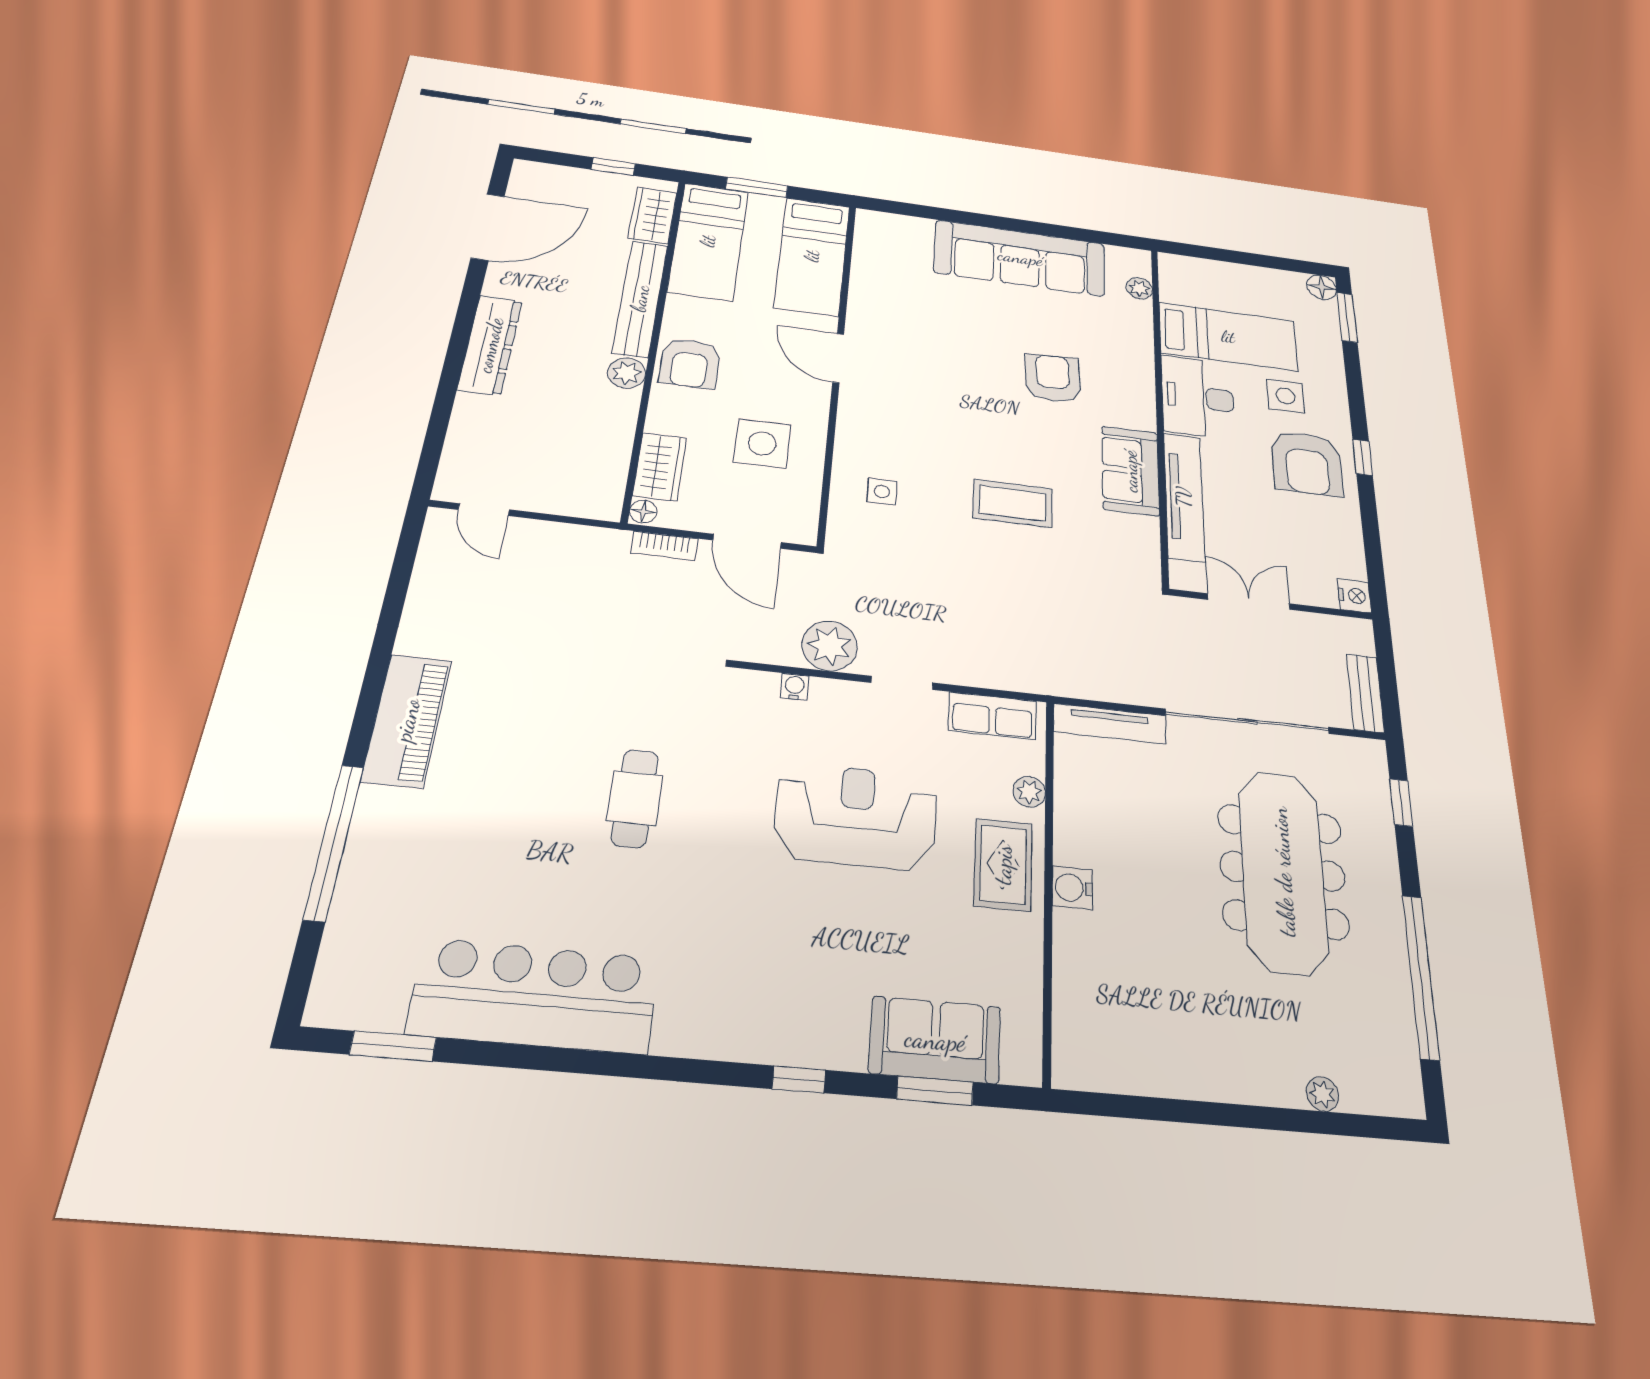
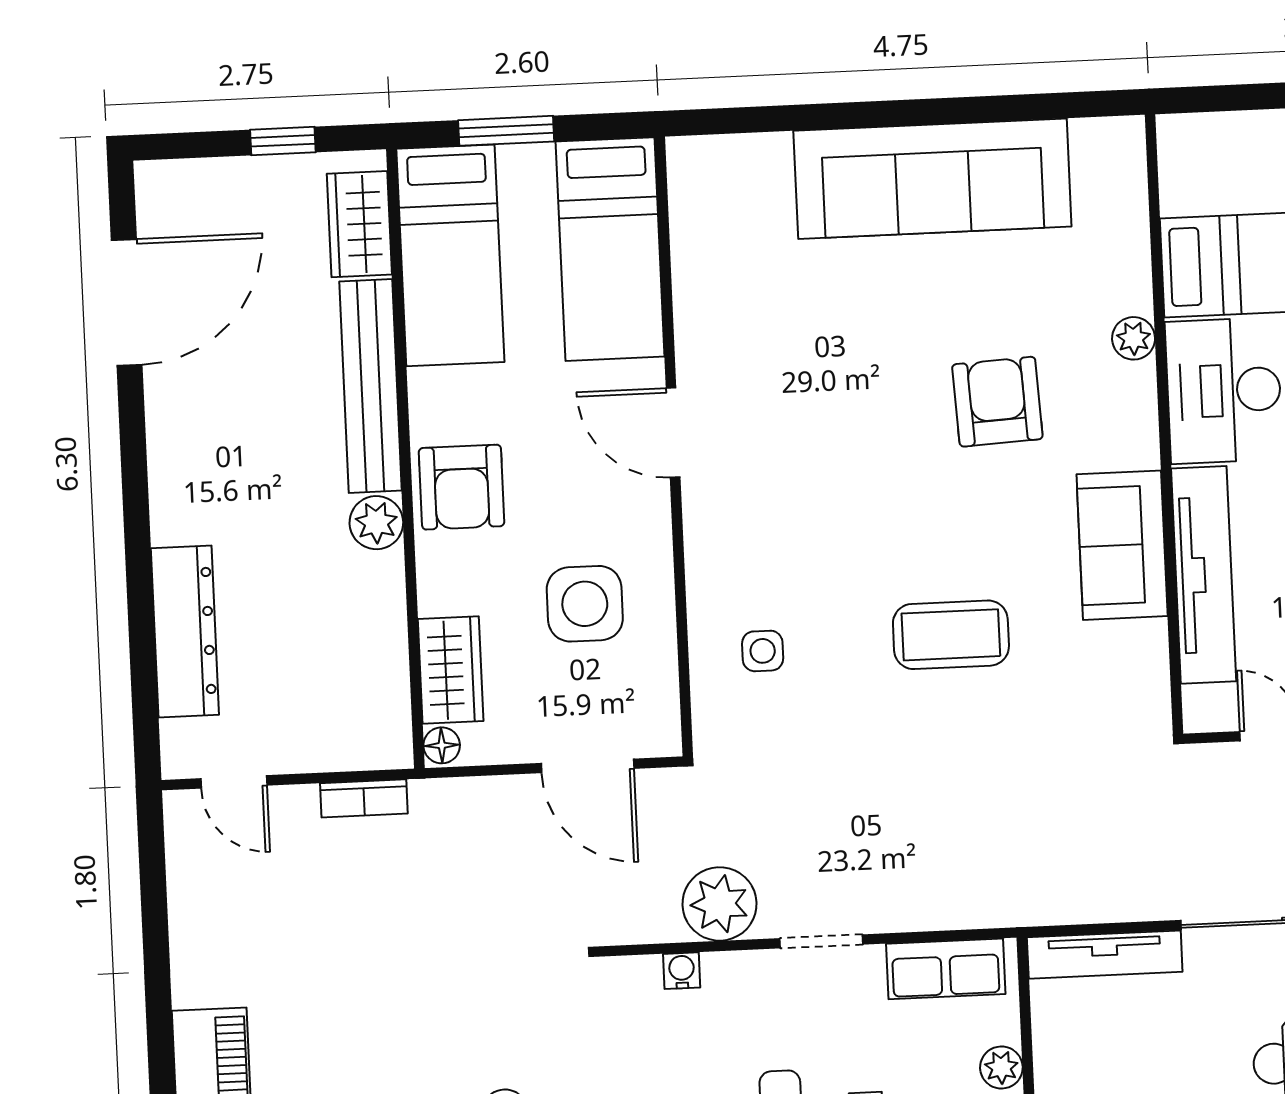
plant: (1139, 288) -> (1134, 338), moved
dresser: (490, 345) -> (185, 632), moved
bookcase: (664, 546) -> (364, 798), moved

